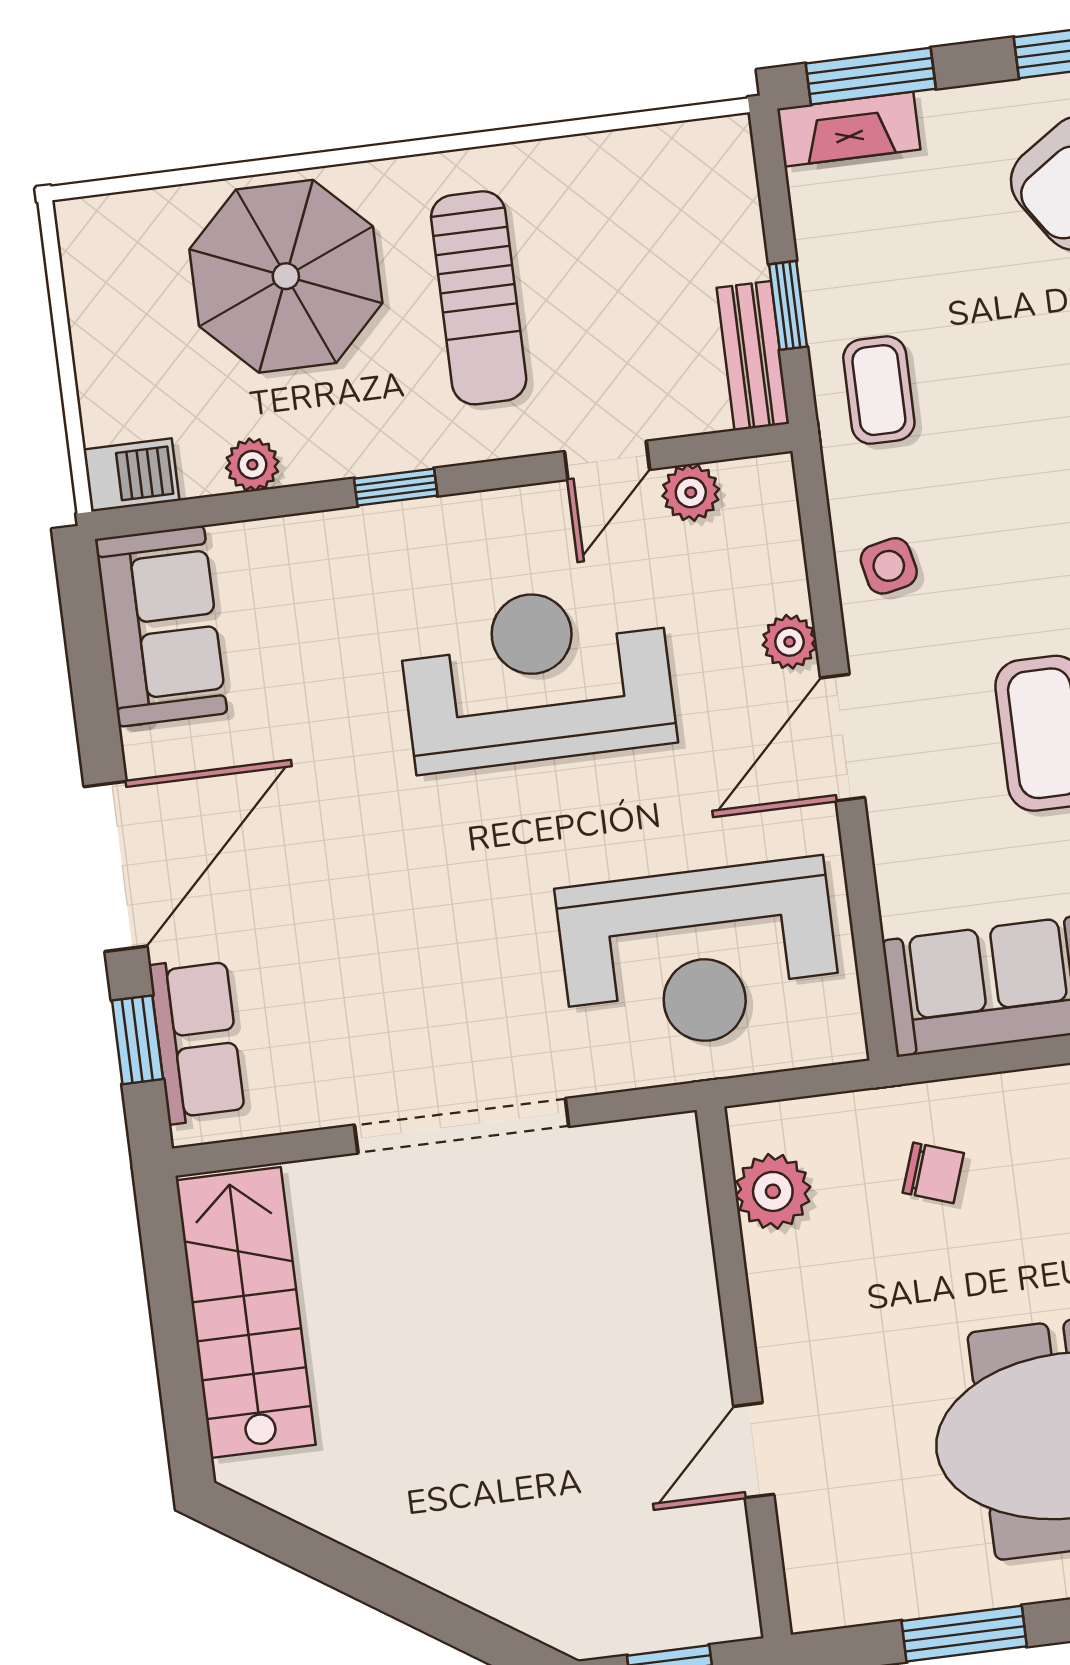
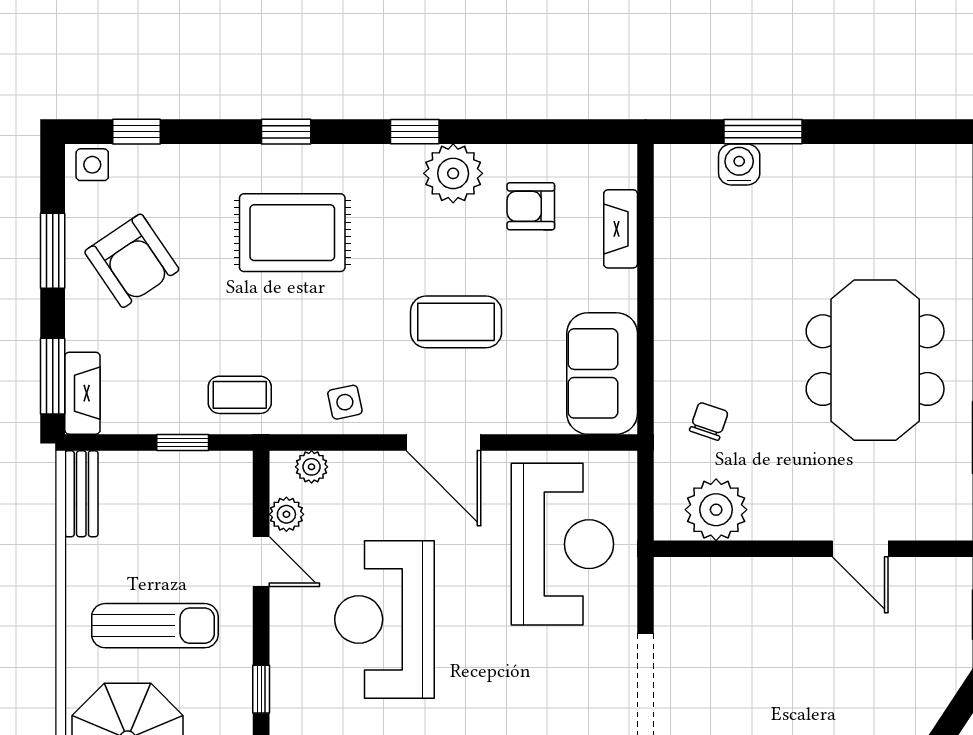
bench: (753, 356) -> (81, 494), moved, turned 90
plant: (789, 642) -> (312, 467), moved
plant: (773, 1191) -> (716, 510), width x1.36, depth x1.36

